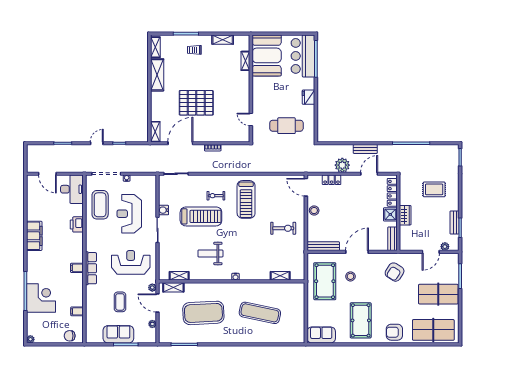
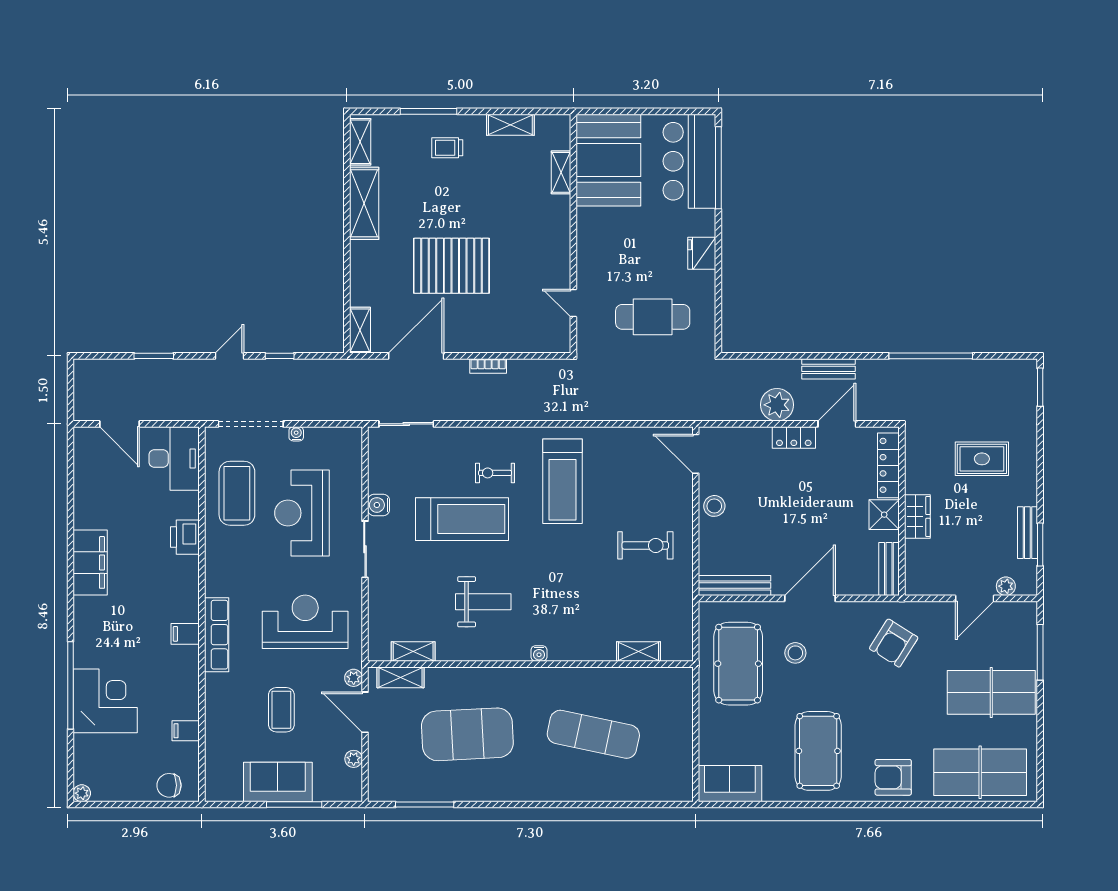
locker: (332, 180) -> (794, 437), moved
weight bench: (210, 253) -> (483, 602), turned 180

